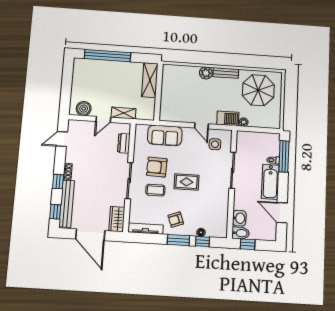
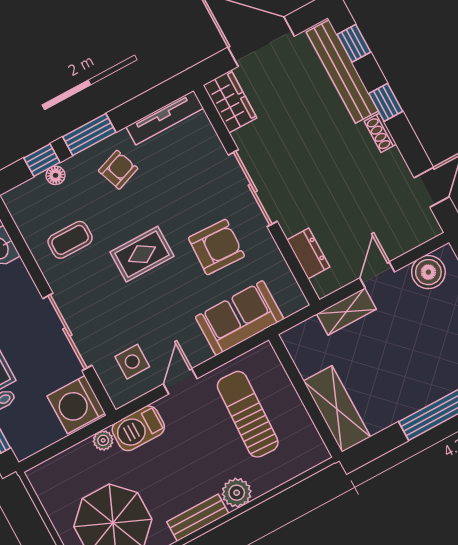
sun lounger: (184, 99) -> (248, 414), added
door: (202, 126) -> (180, 381), hinge flipped
washing machine: (246, 141) -> (76, 405), added
coffee table: (155, 190) -> (70, 240), moved

